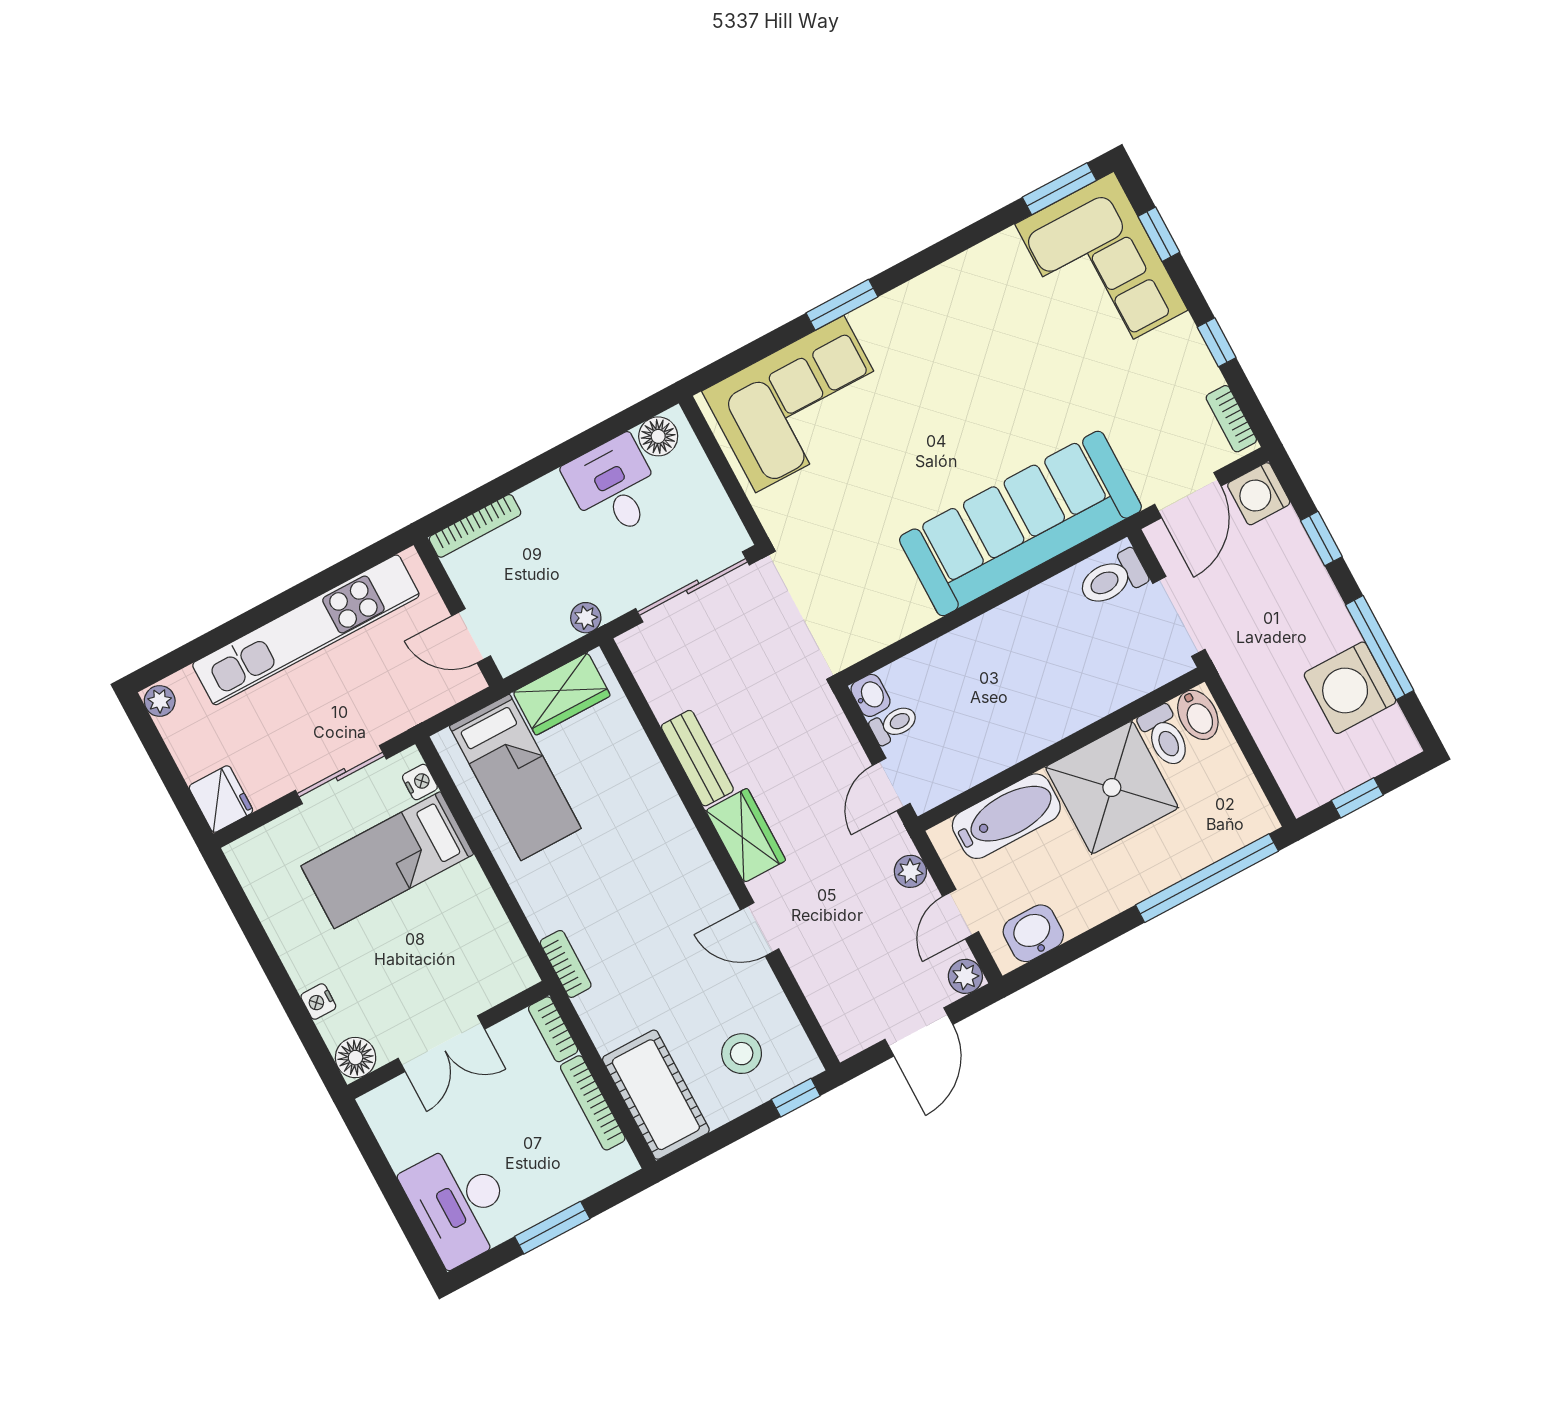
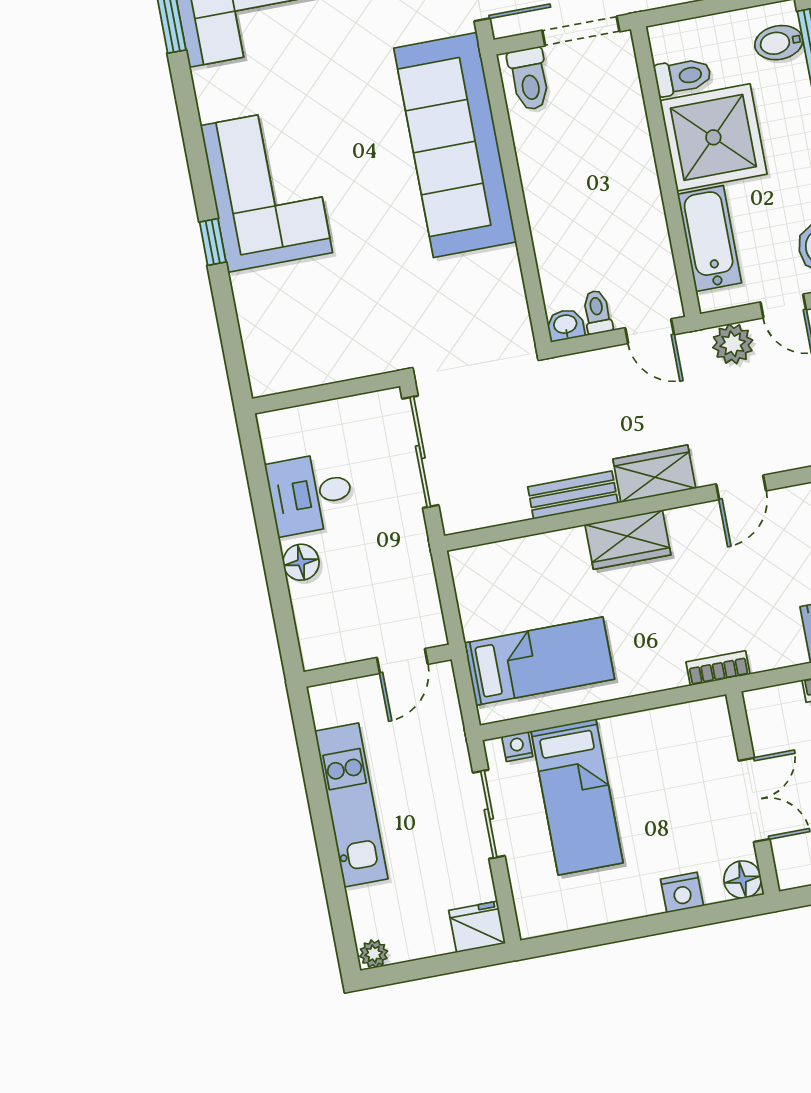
window: (842, 305) -> (213, 242), width x0.67
corner sofa: (800, 404) -> (266, 189), moved
floor lamp: (658, 436) -> (301, 562), moved
bookcase: (475, 526) -> (306, 627), removed
plant: (586, 618) -> (418, 555), removed
kitchen unit: (306, 630) -> (351, 805), width x0.73
wardrobe: (562, 694) -> (628, 540), moved, turned 90
bidet: (1198, 715) -> (779, 43), moved, turned 180
plant: (910, 871) -> (733, 344), width x1.38, depth x1.38
nightstand: (318, 1002) -> (682, 892), width x1.39, depth x1.35
bookcase: (553, 1029) -> (772, 697), removed

